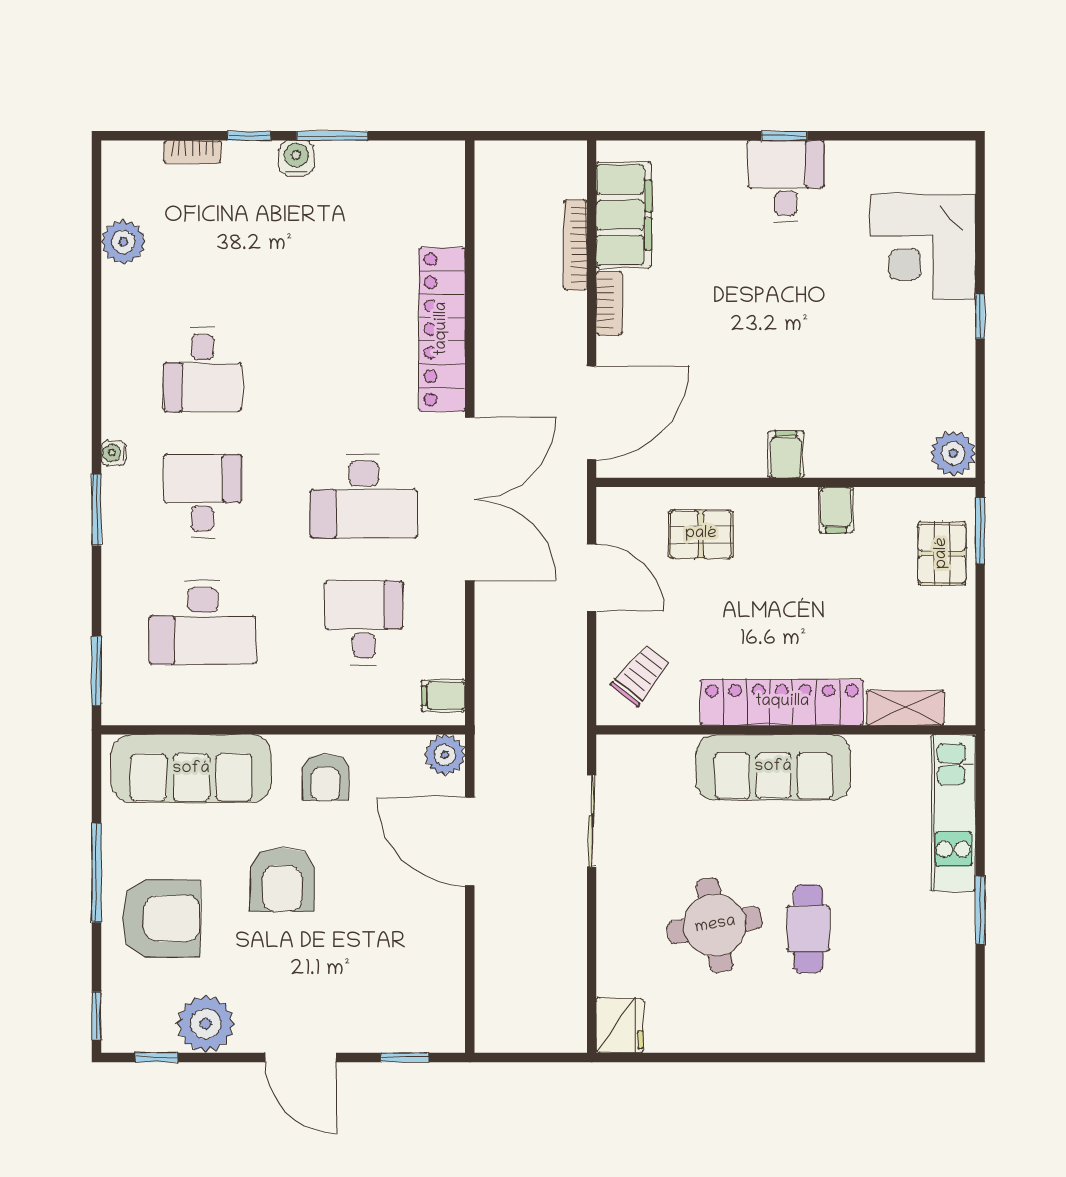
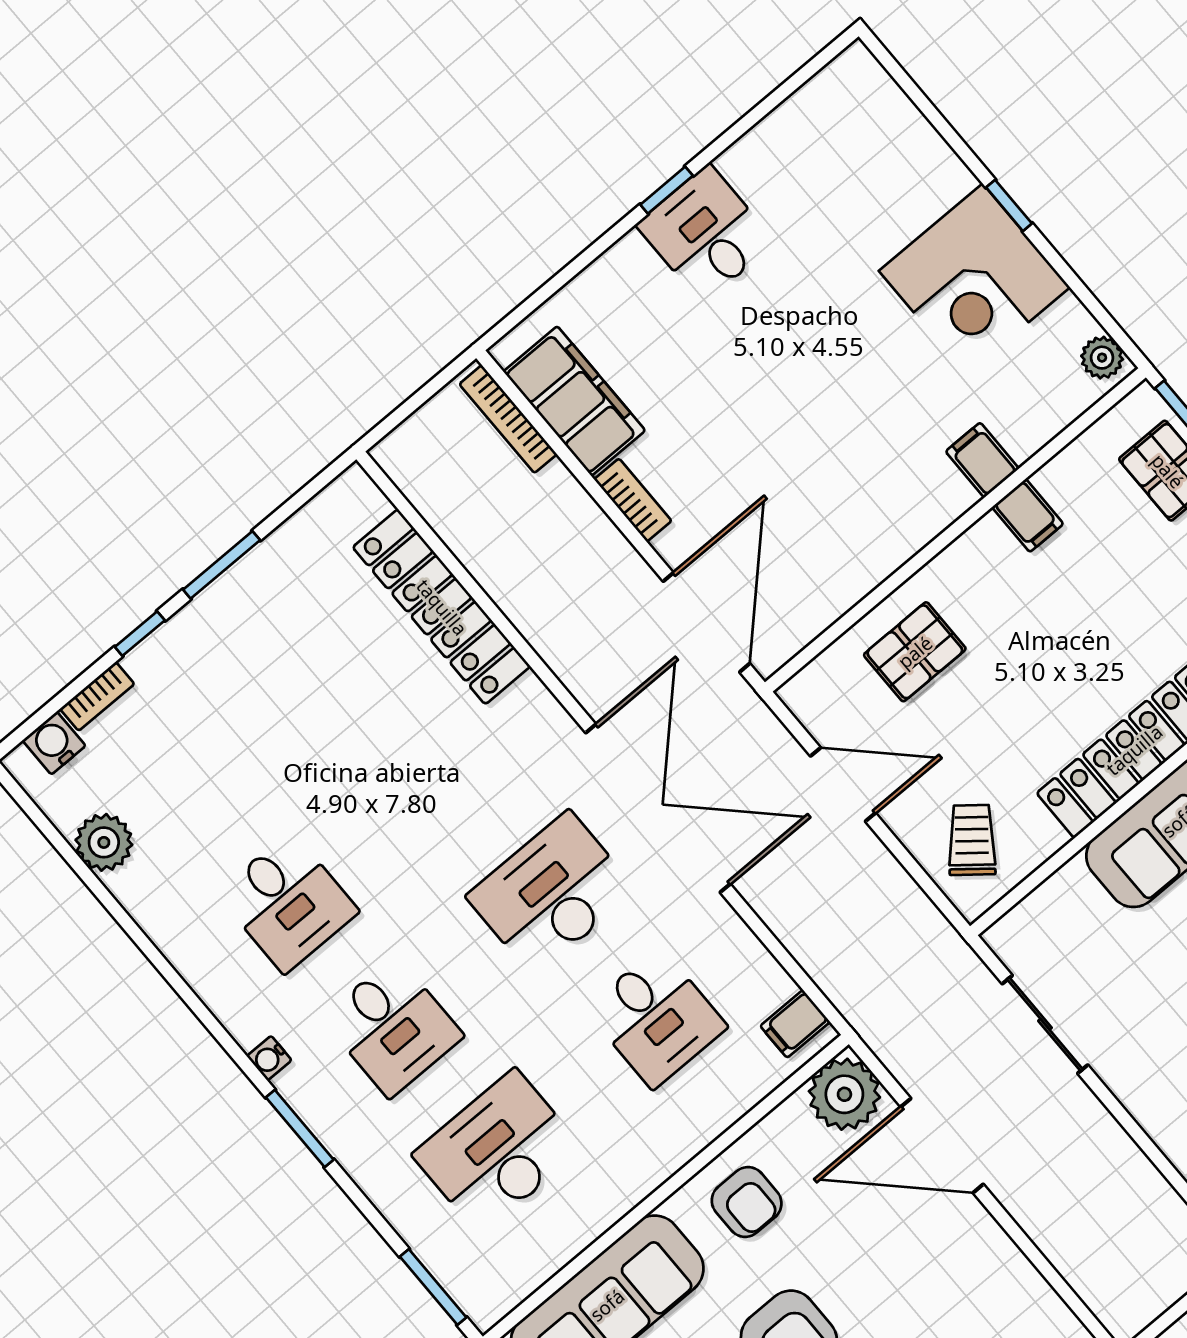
water cooler: (296, 158) -> (54, 743), moved
bookcase: (575, 245) -> (508, 419), moved
corner desk: (923, 247) -> (974, 279), moved
locker: (442, 329) -> (442, 607), moved
plant: (953, 453) -> (1102, 358), width x0.73, depth x0.73
filing cabinet: (786, 454) -> (982, 460), moved
desk: (203, 496) -> (393, 1027), turned 180
desk: (364, 496) -> (551, 893), turned 180
desk: (203, 623) -> (497, 1152), turned 180
desk: (364, 623) -> (656, 1018), turned 180
plant: (445, 755) -> (844, 1094), width x1.36, depth x1.36

